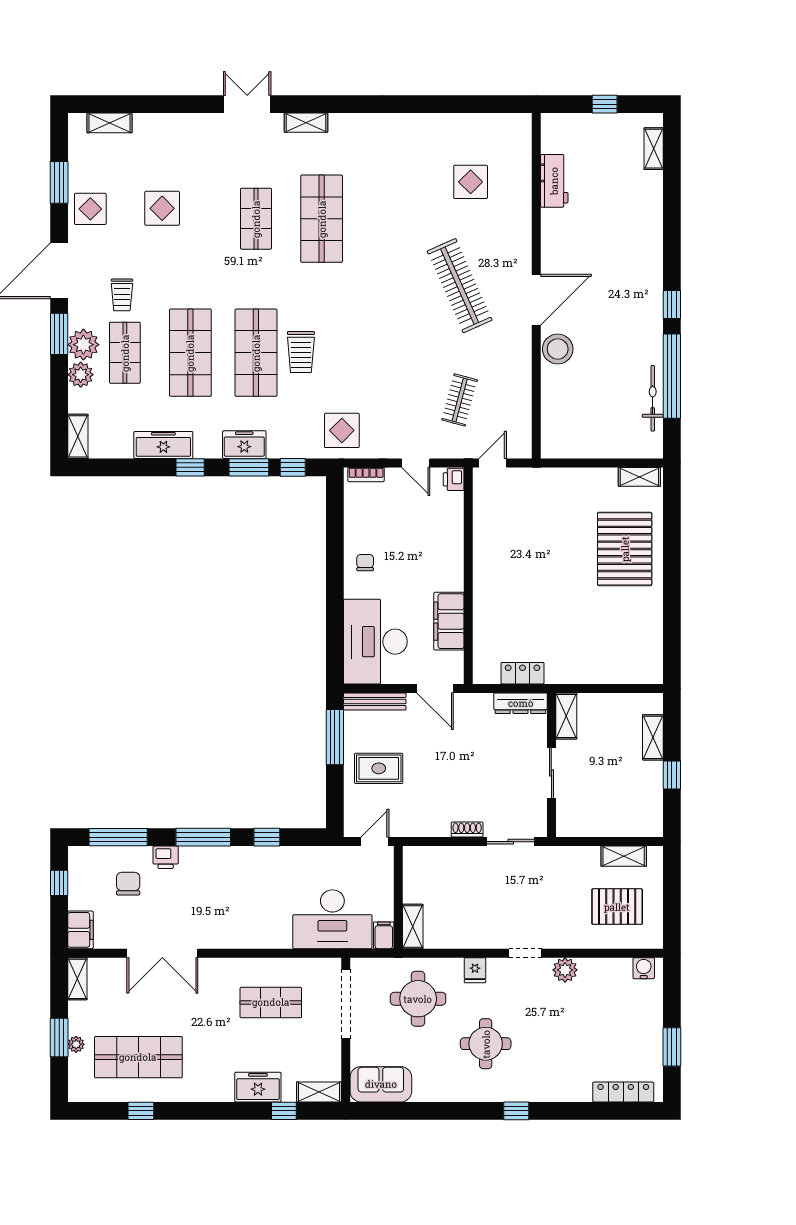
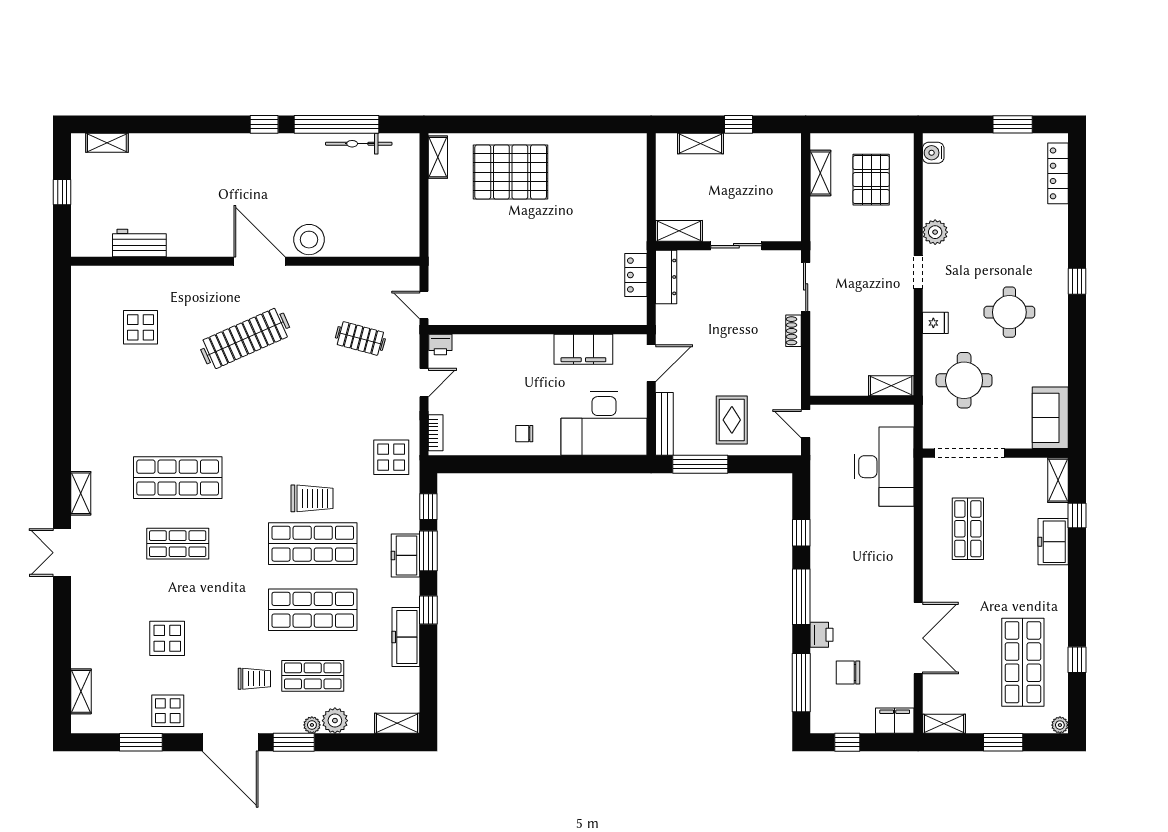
plant: (83, 345) -> (312, 725), width x0.53, depth x0.53
filing cabinet: (384, 935) -> (900, 415), removed
plant: (76, 1044) -> (1060, 725), moved

